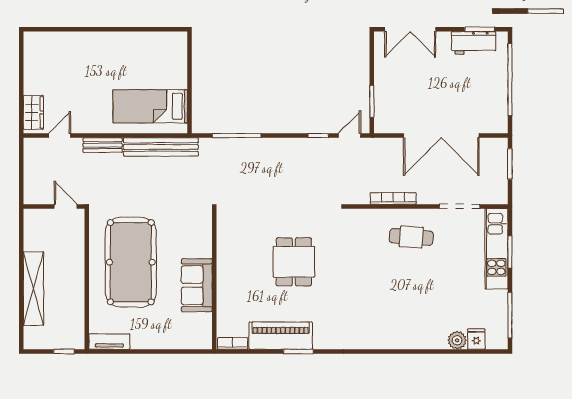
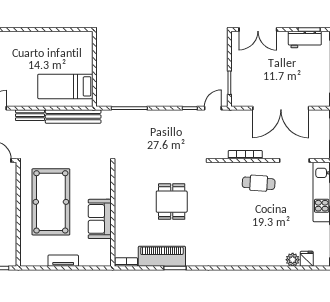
tv unit: (109, 342) -> (63, 261), moved

